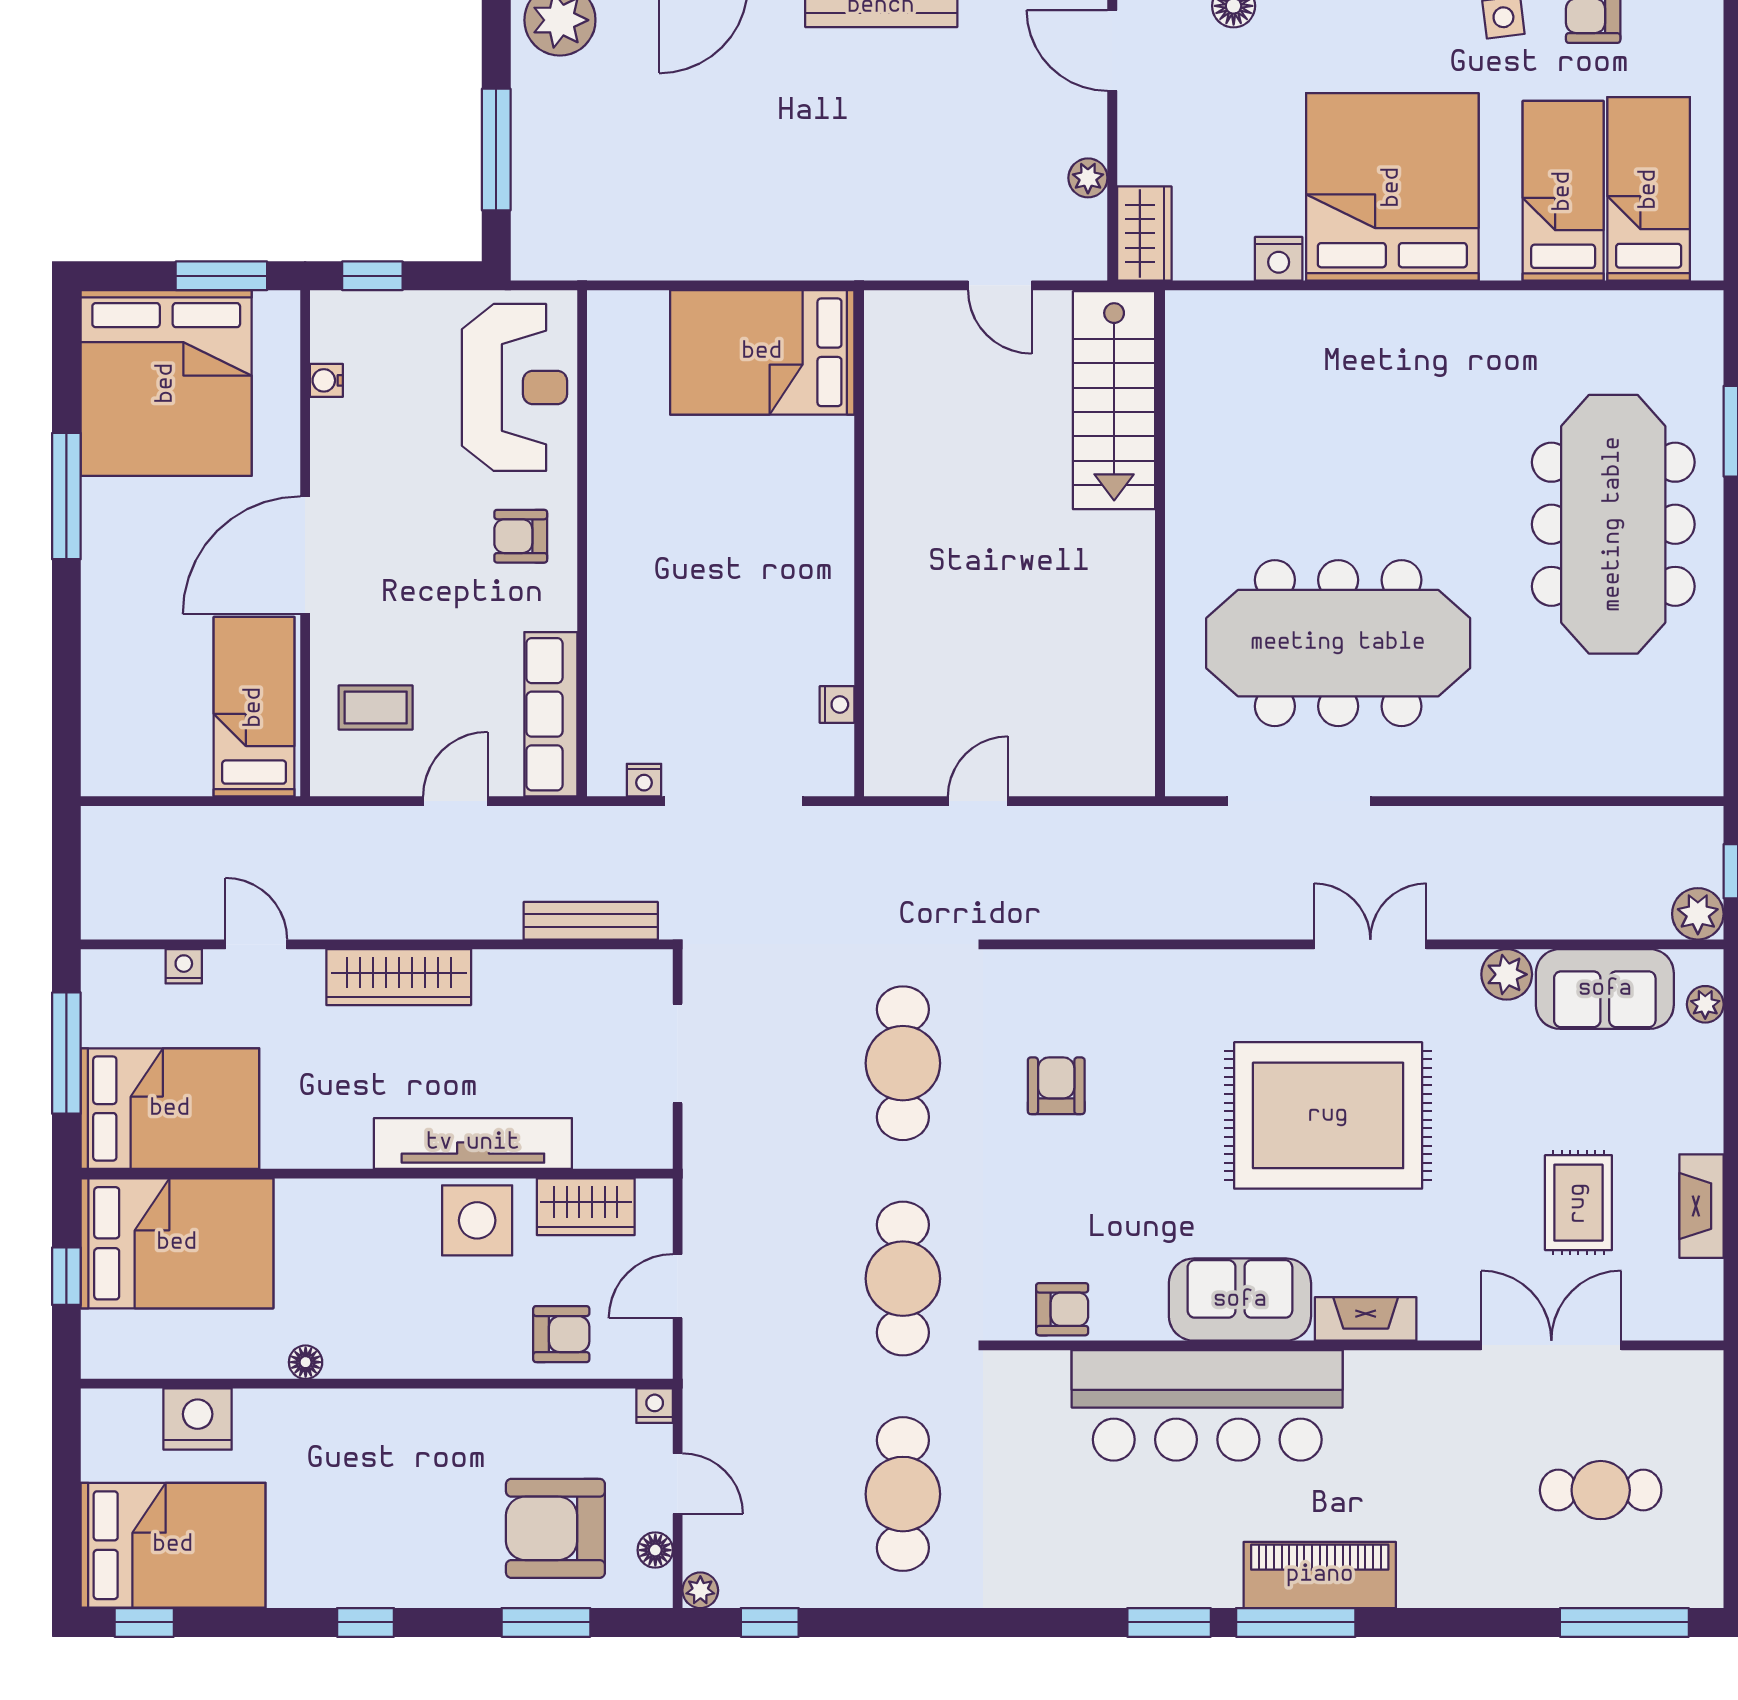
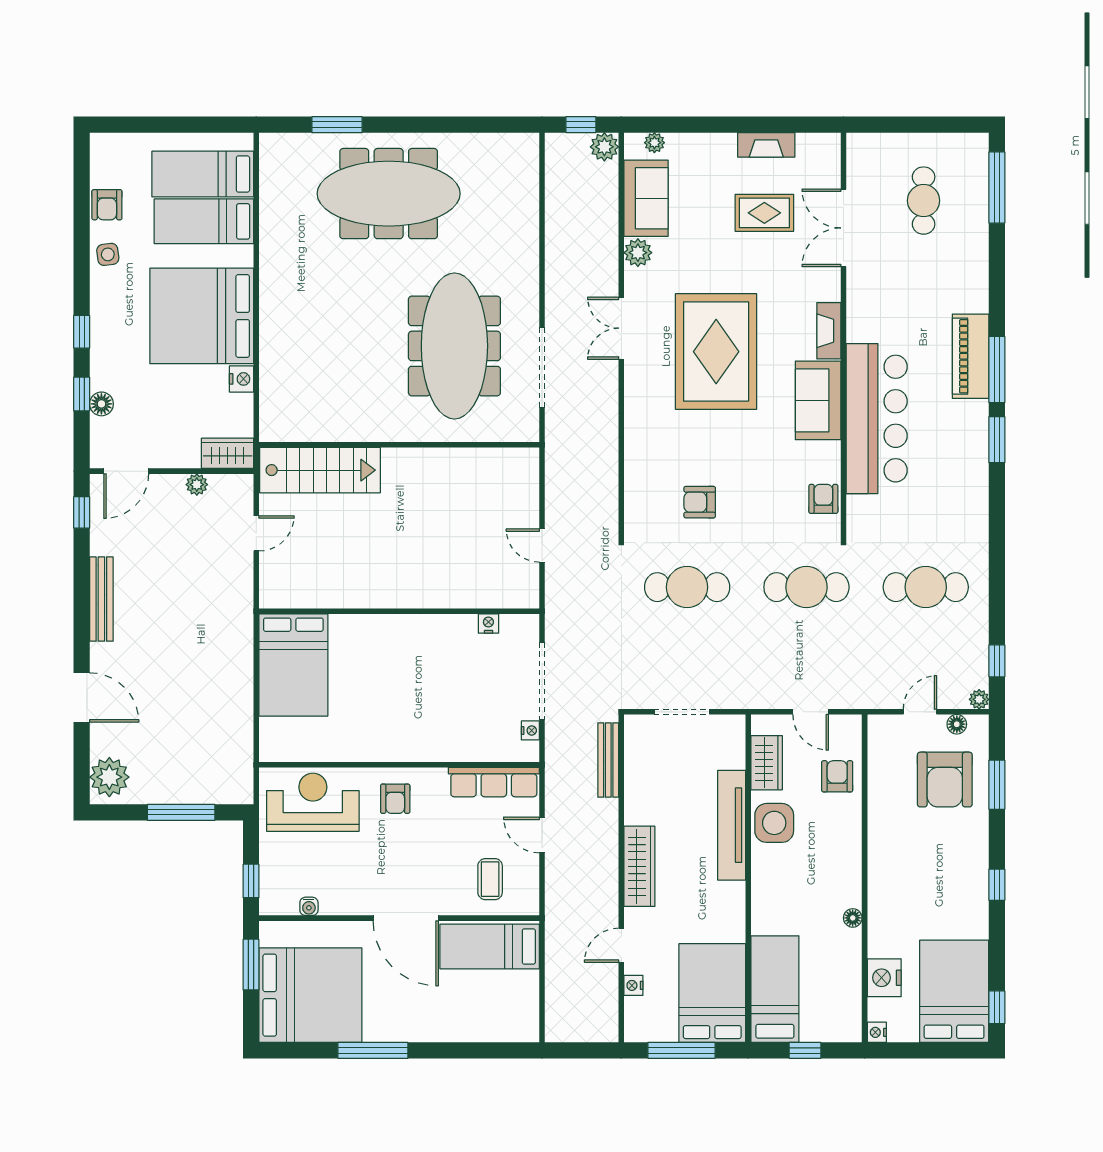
bed: (177, 1243) -> (775, 989), width x0.67
nightstand: (655, 1406) -> (877, 1032), moved

